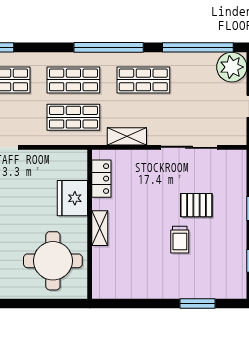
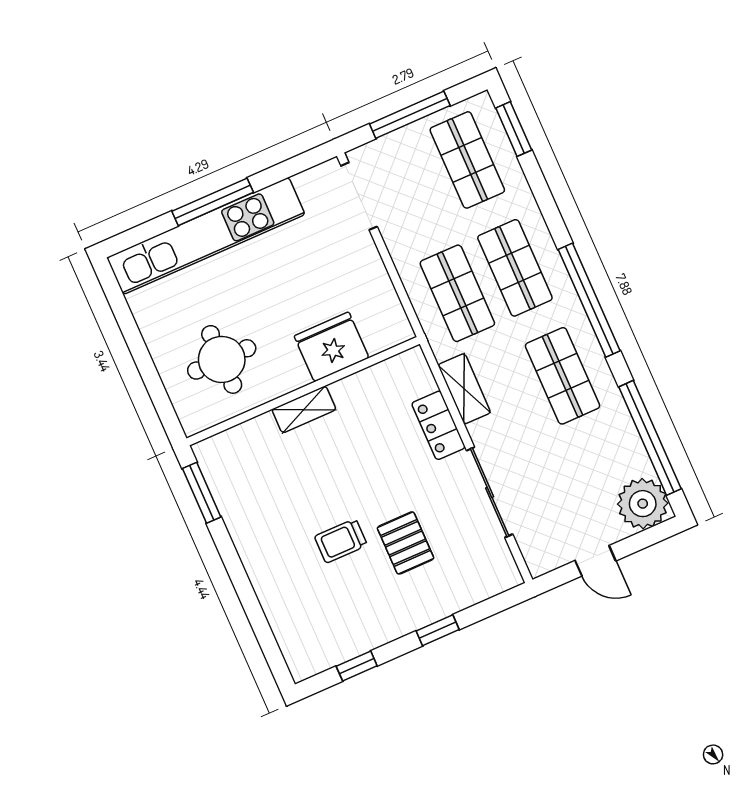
locker: (101, 179) -> (438, 425), moved, turned 90
round table: (53, 261) -> (222, 359), width x0.73, depth x0.73
window: (197, 304) -> (202, 493), moved

